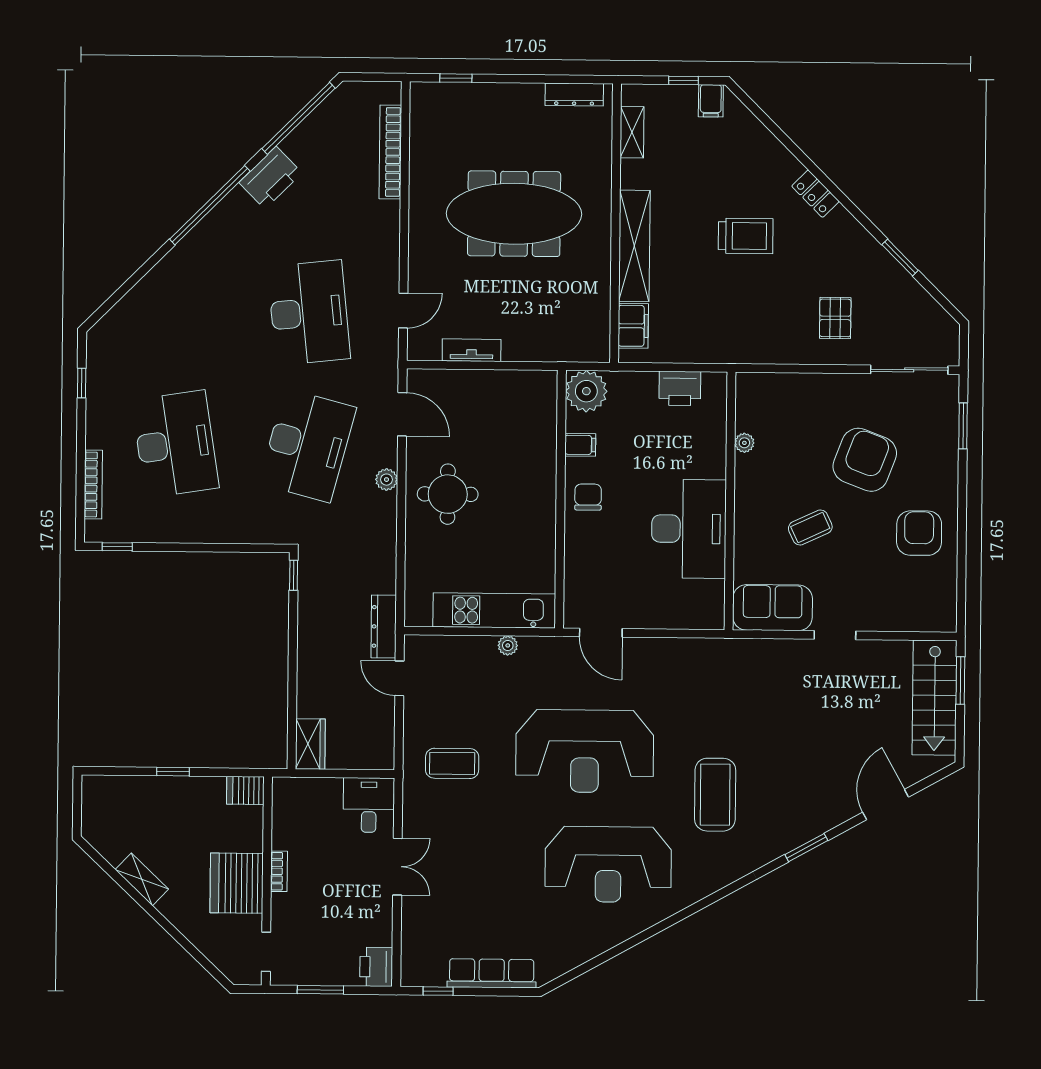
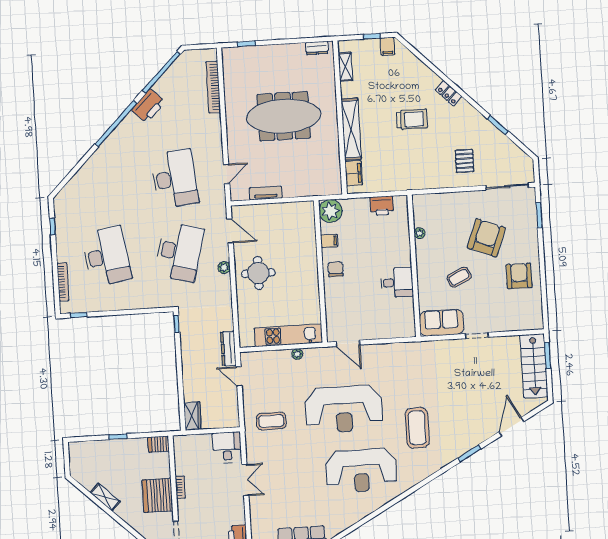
dresser: (574, 95) -> (317, 48), width x0.70
desk: (689, 529) -> (397, 282), width x0.53, depth x0.77

